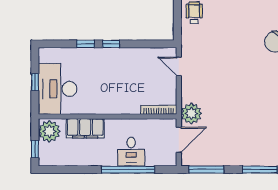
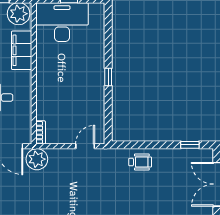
window: (86, 44) -> (108, 51), removed
bookcase: (159, 110) -> (41, 132), width x0.64

